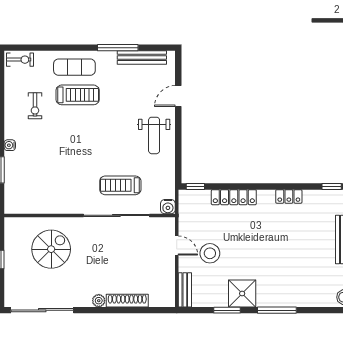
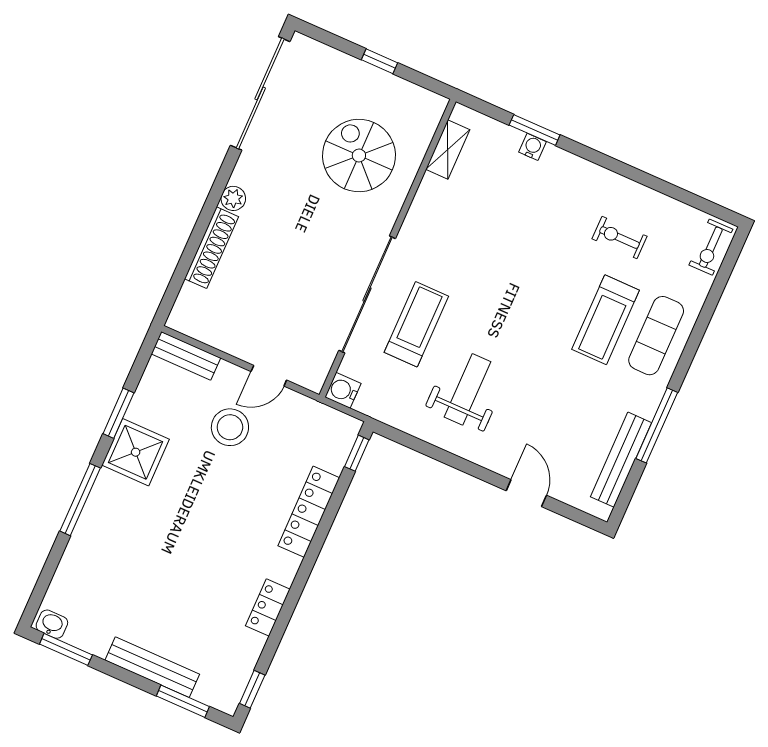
weight bench: (154, 135) -> (468, 389), moved, turned 90
water cooler: (10, 145) -> (533, 147), moved
shelving: (29, 208) -> (448, 149), added
spiral stairs: (51, 249) -> (359, 156), turned 180

